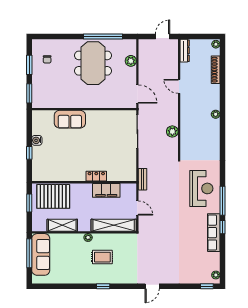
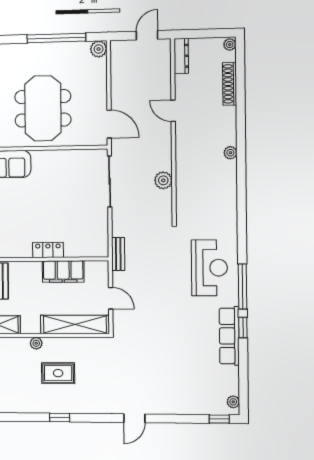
plant: (131, 61) -> (99, 49), moved
meeting table: (93, 63) -> (43, 108), moved

